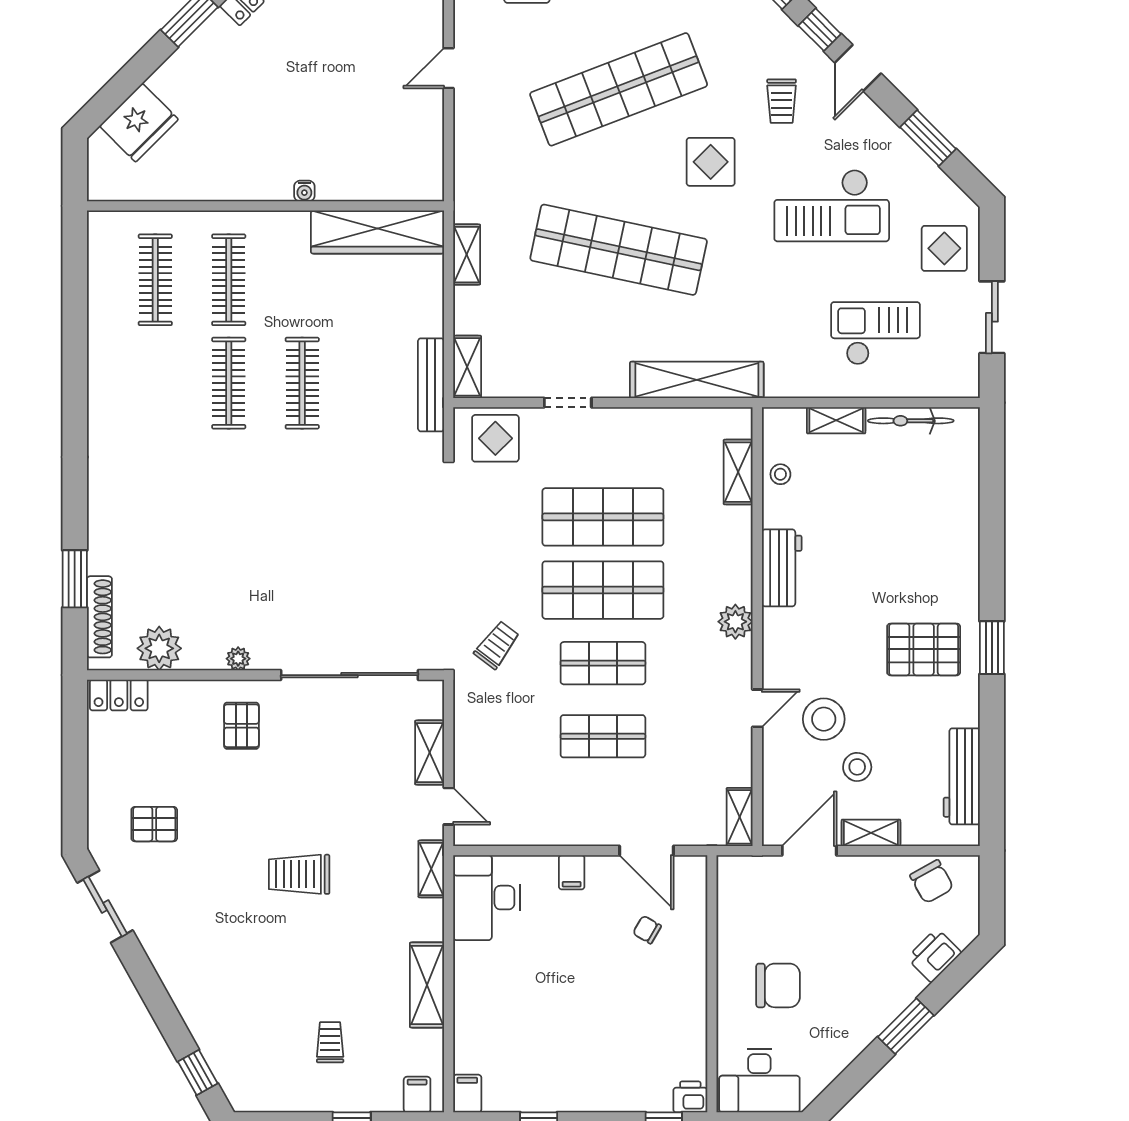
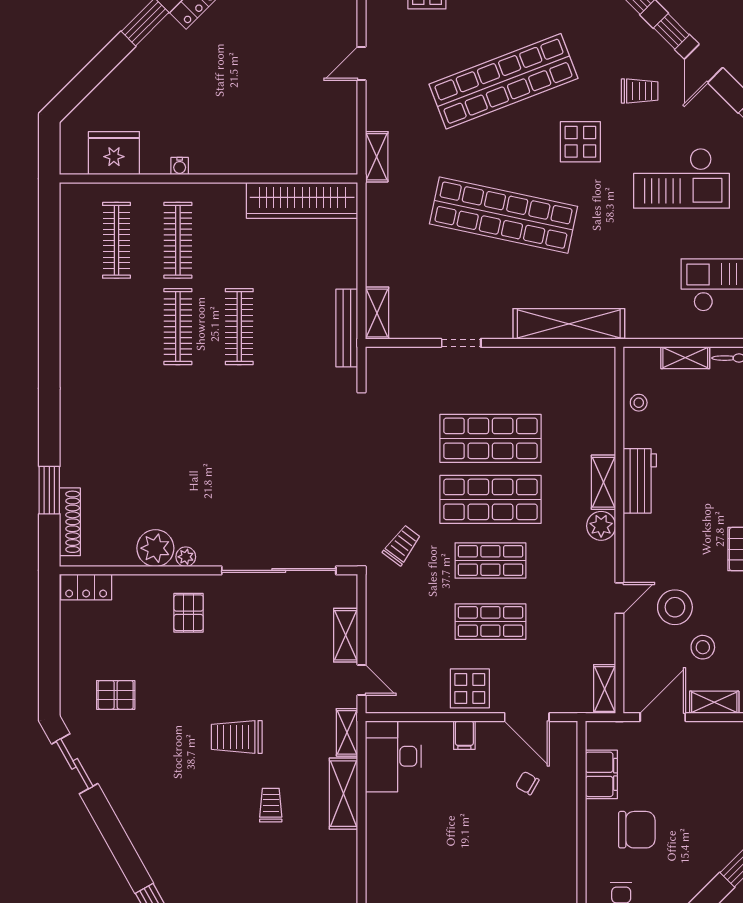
trolley: (782, 101) -> (640, 91), turned -90
fridge: (139, 123) -> (114, 153), moved, turned -135
water cooler: (304, 191) -> (180, 166), moved
shelving: (467, 255) -> (377, 157), moved
display table: (495, 438) -> (470, 688), moved
shelving: (738, 472) -> (603, 482), moved
plant: (159, 648) -> (155, 548), moved
filing cabinet: (736, 919) -> (601, 774), added
shelving: (427, 985) -> (343, 794), moved
trolley: (330, 1042) -> (271, 805), moved

